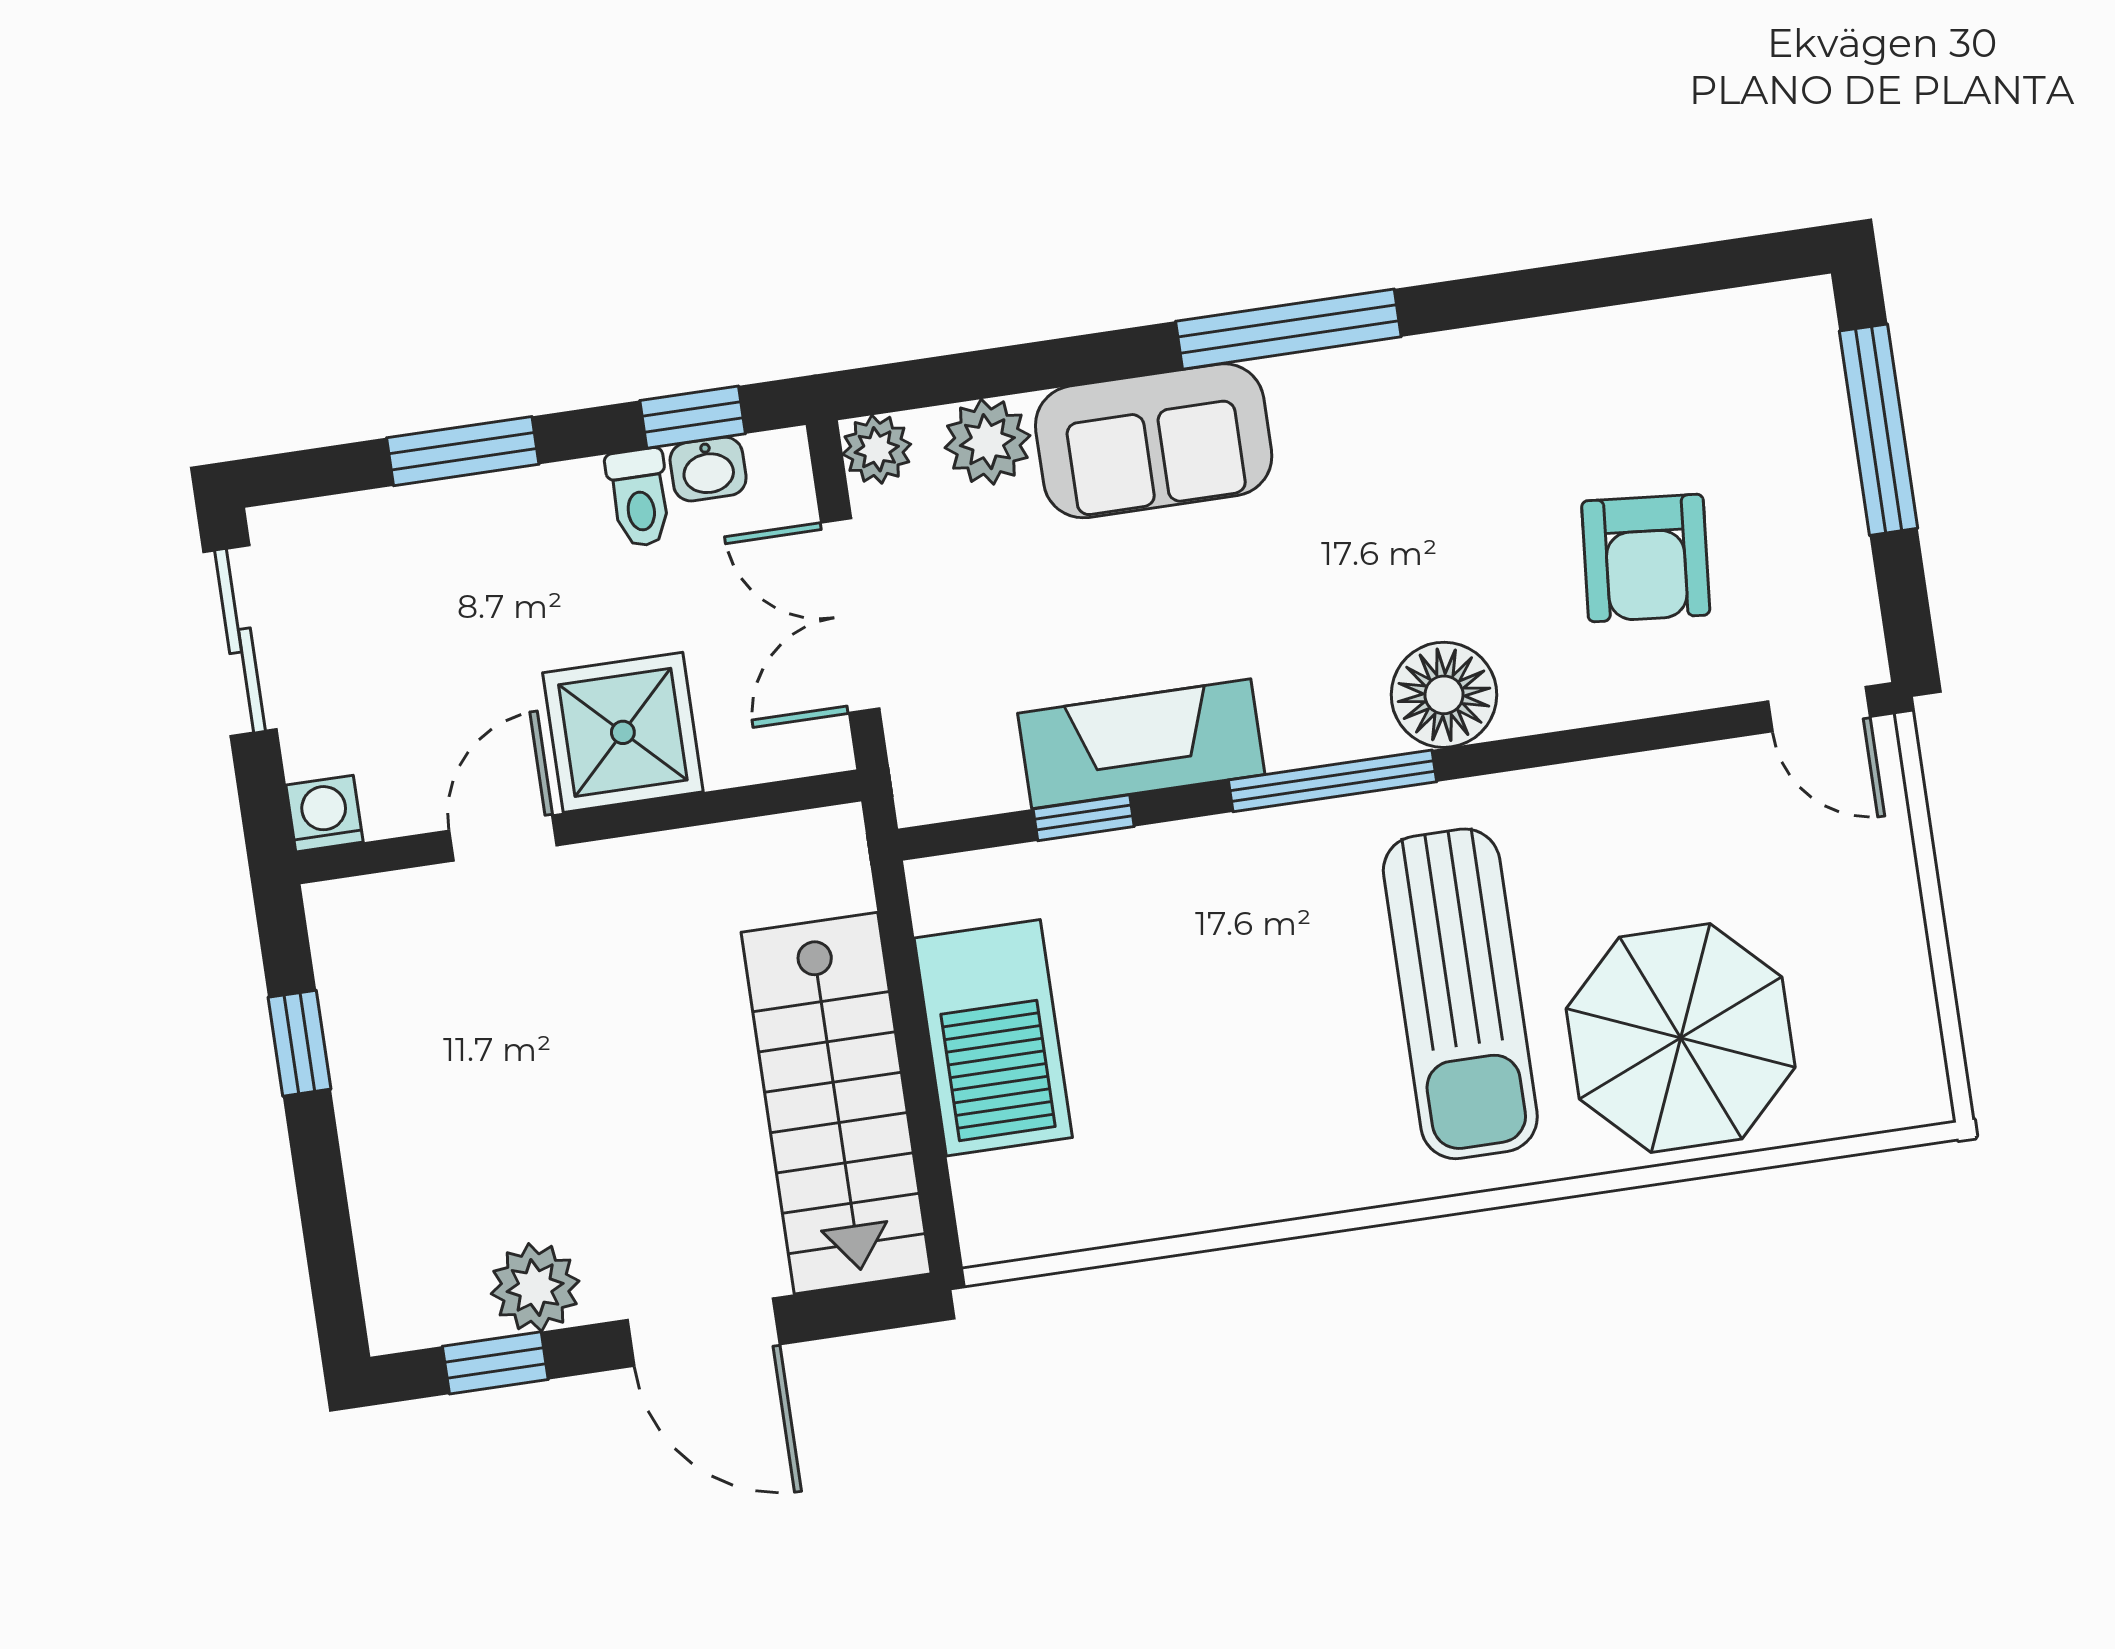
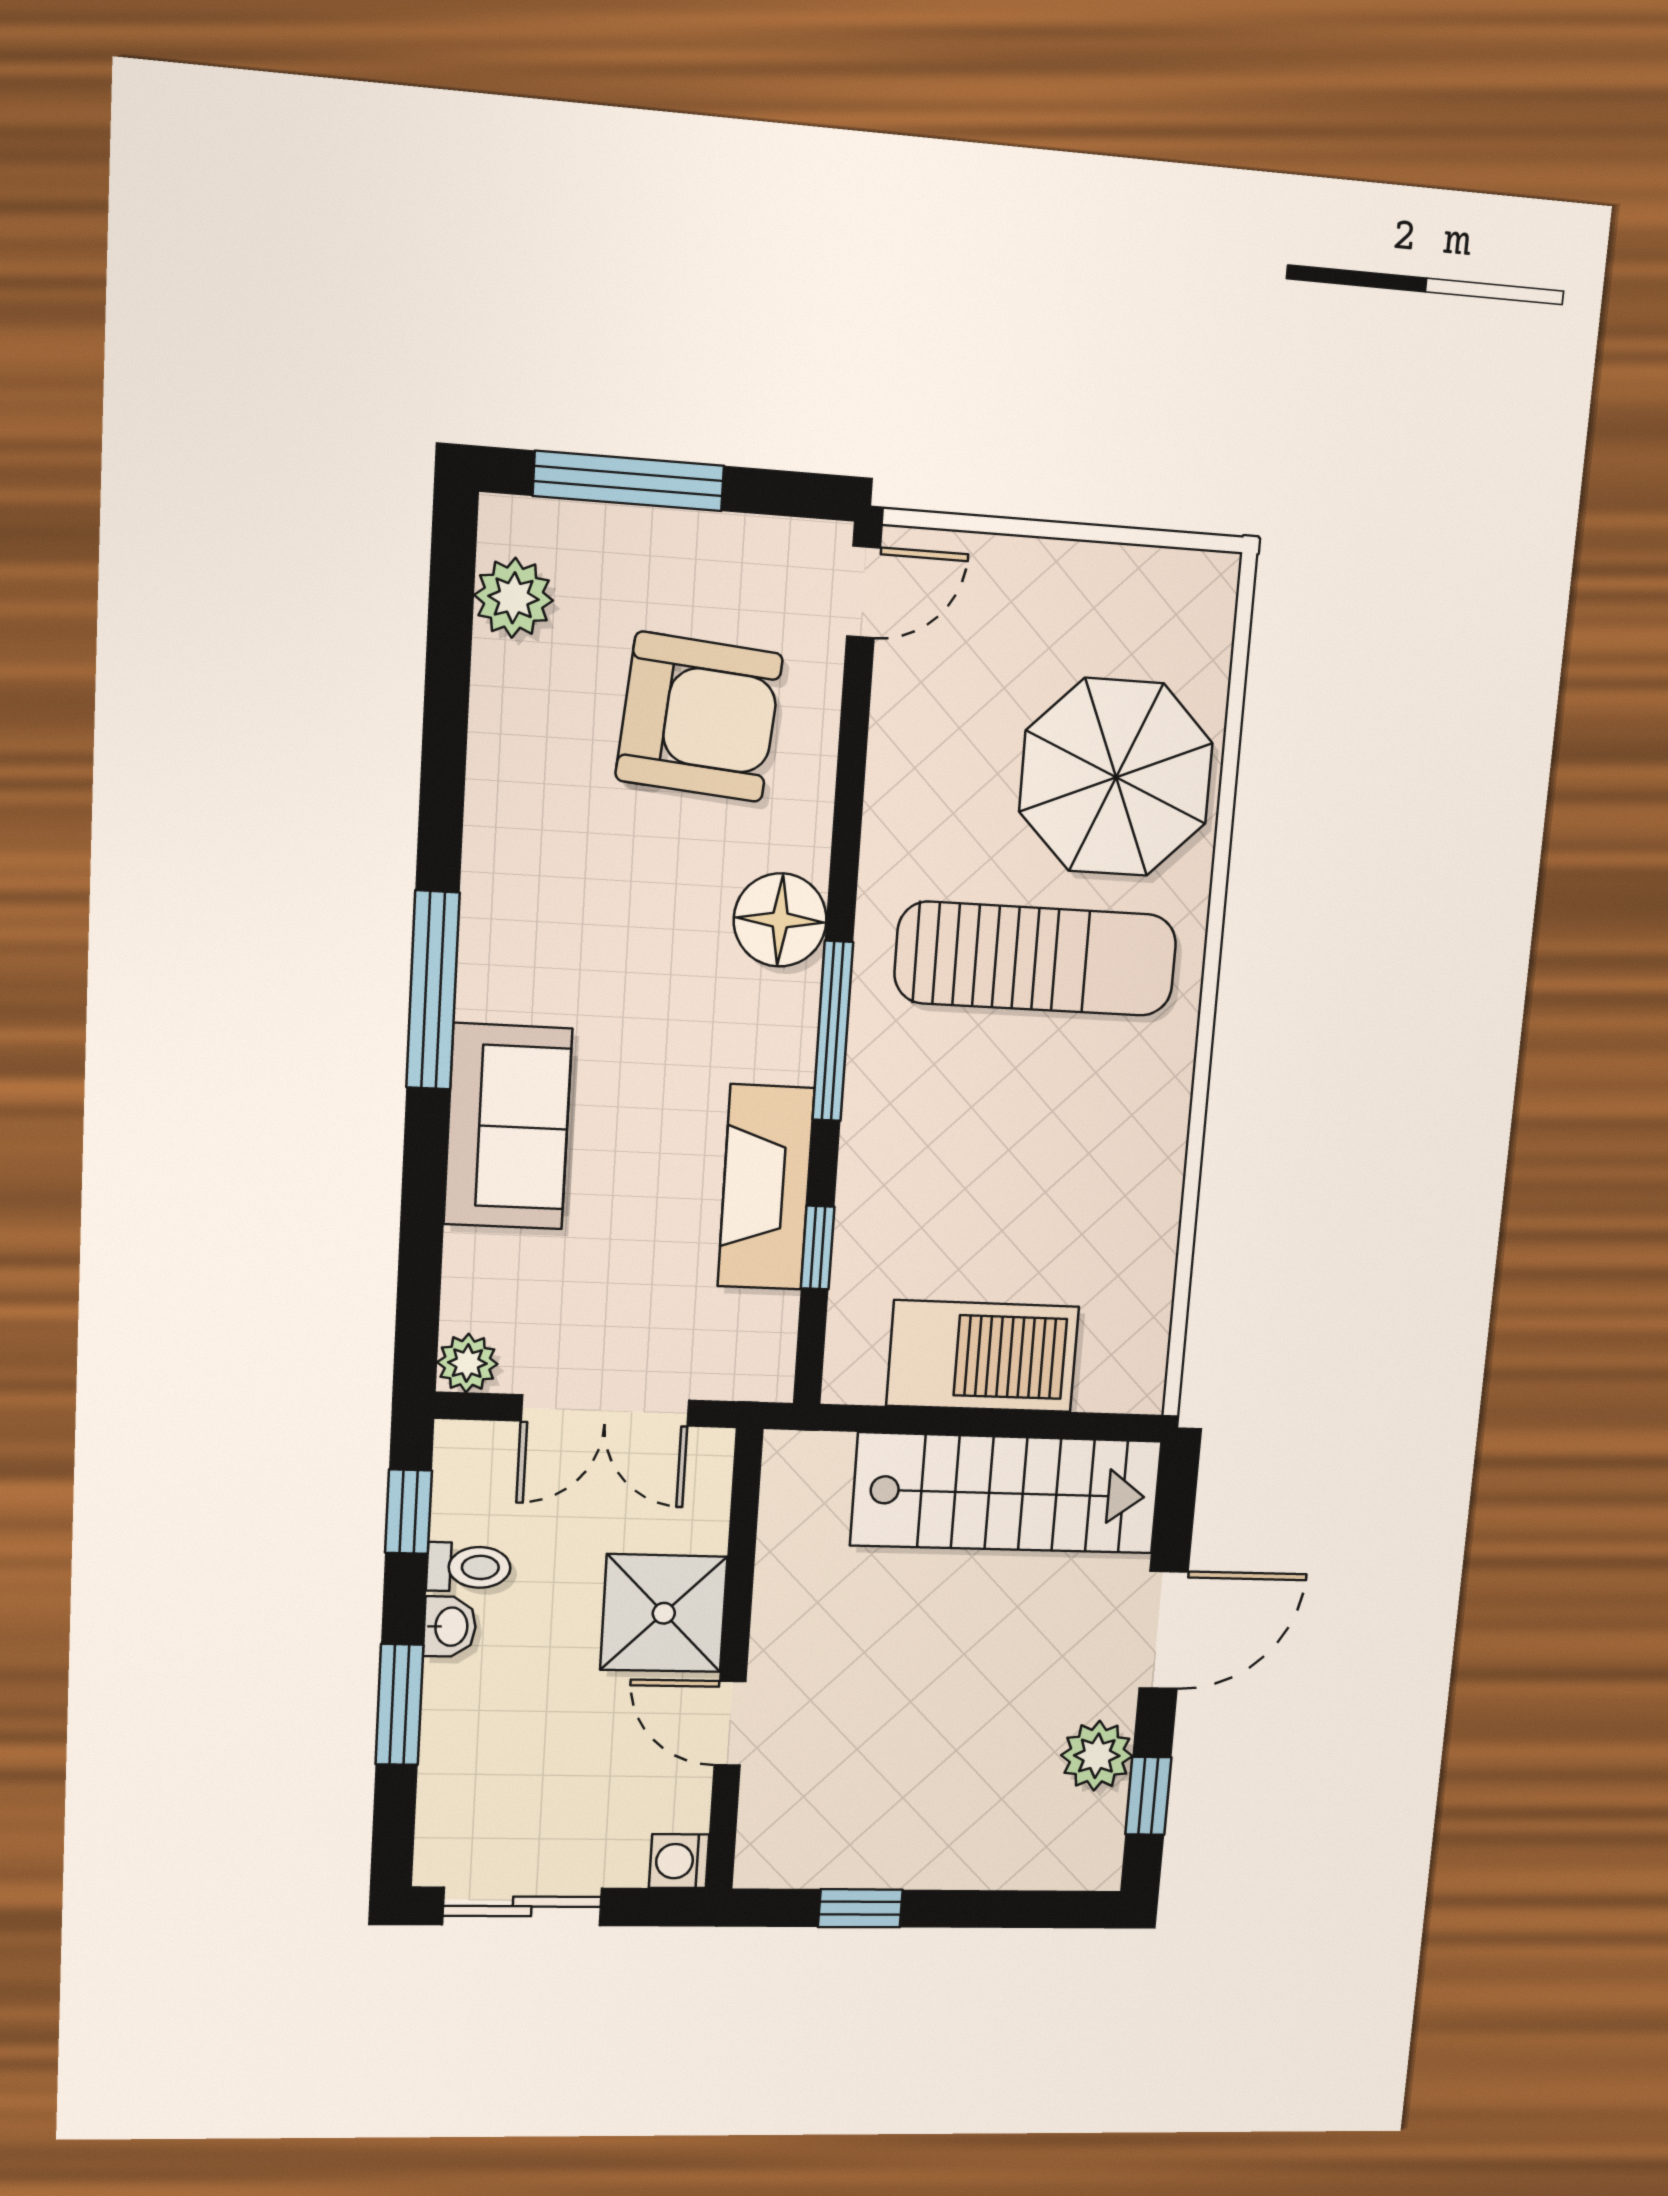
plant: (987, 442) -> (514, 598), moved
washbasin: (708, 469) -> (450, 1627), moved
armchair: (1646, 558) -> (699, 717), width x1.36, depth x1.36

